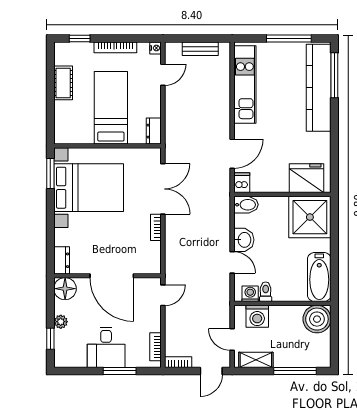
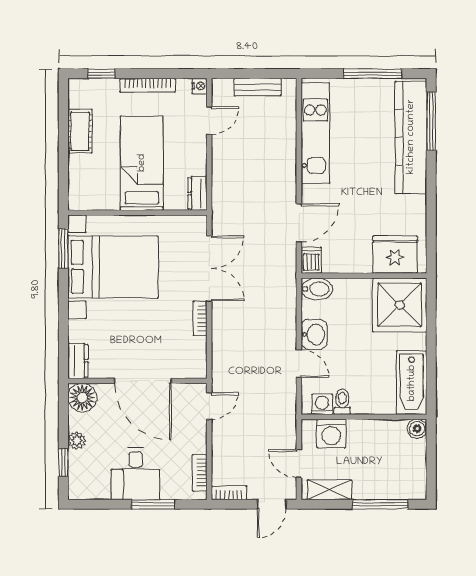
boiler: (317, 319) -> (417, 429), width x0.54, depth x0.54

